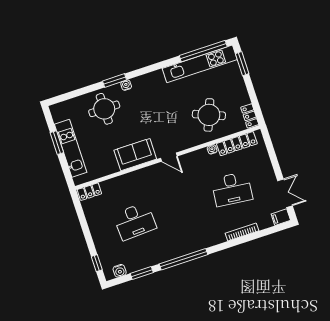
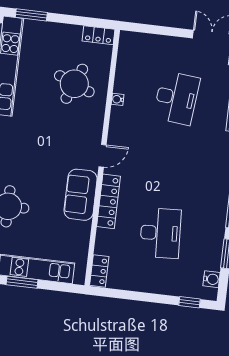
locker: (237, 144) -> (109, 201), moved

